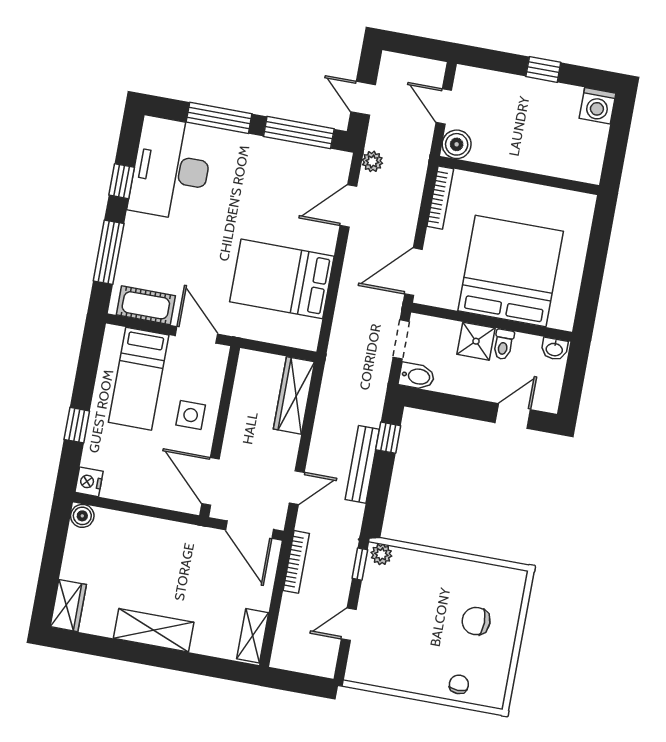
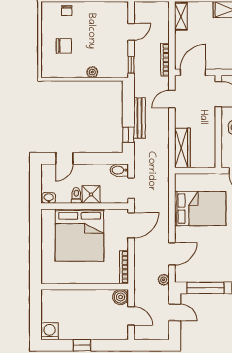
door: (250, 530) -> (193, 72), hinge flipped
plant: (381, 554) -> (92, 72), moved

